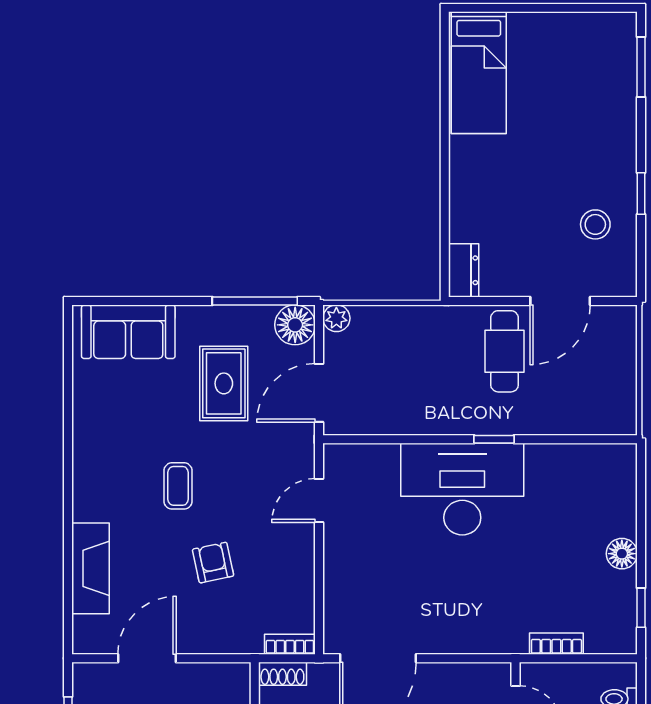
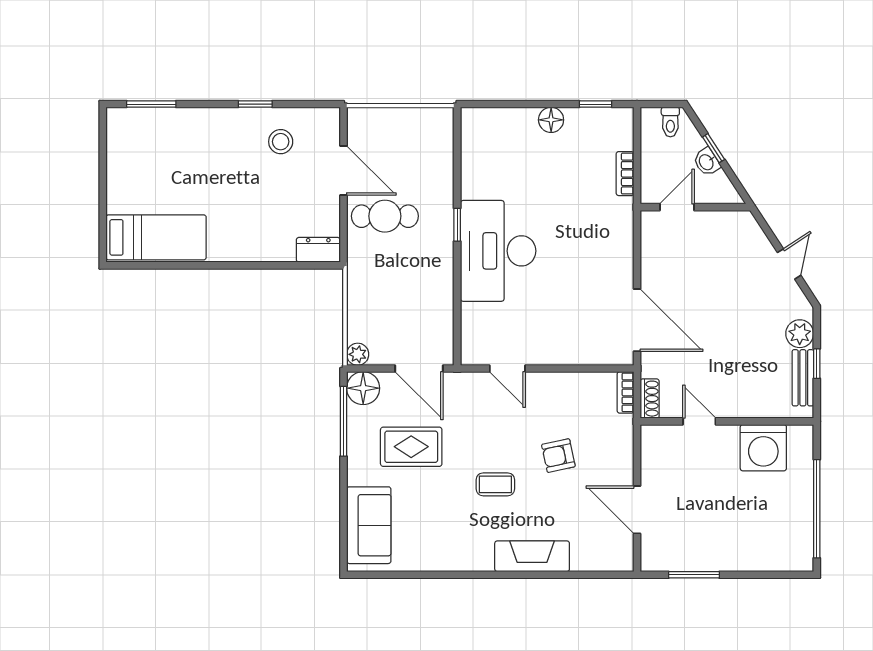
fireplace: (90, 568) -> (532, 556), moved

